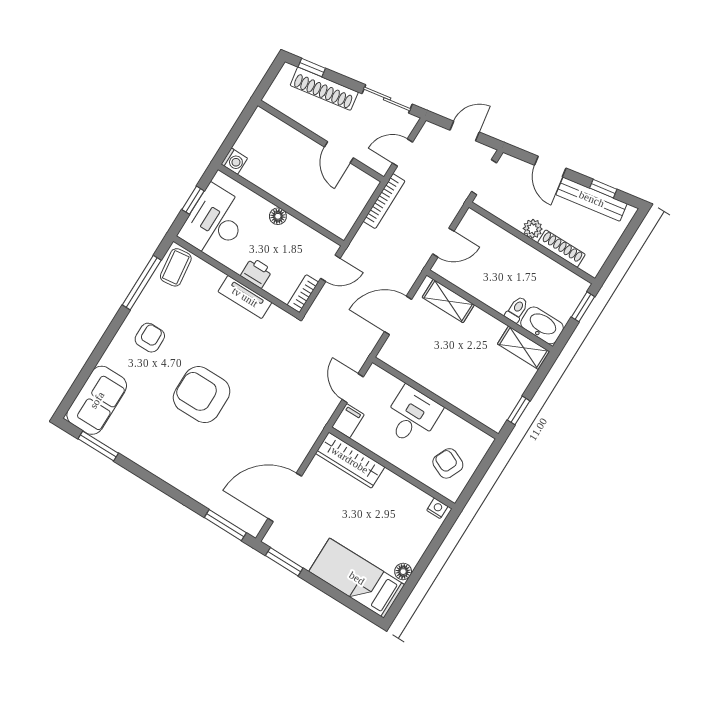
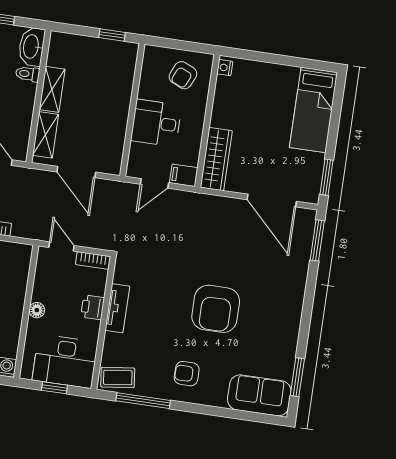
shelving: (523, 348) -> (52, 89), moved
floor lamp: (403, 572) -> (291, 73), removed

